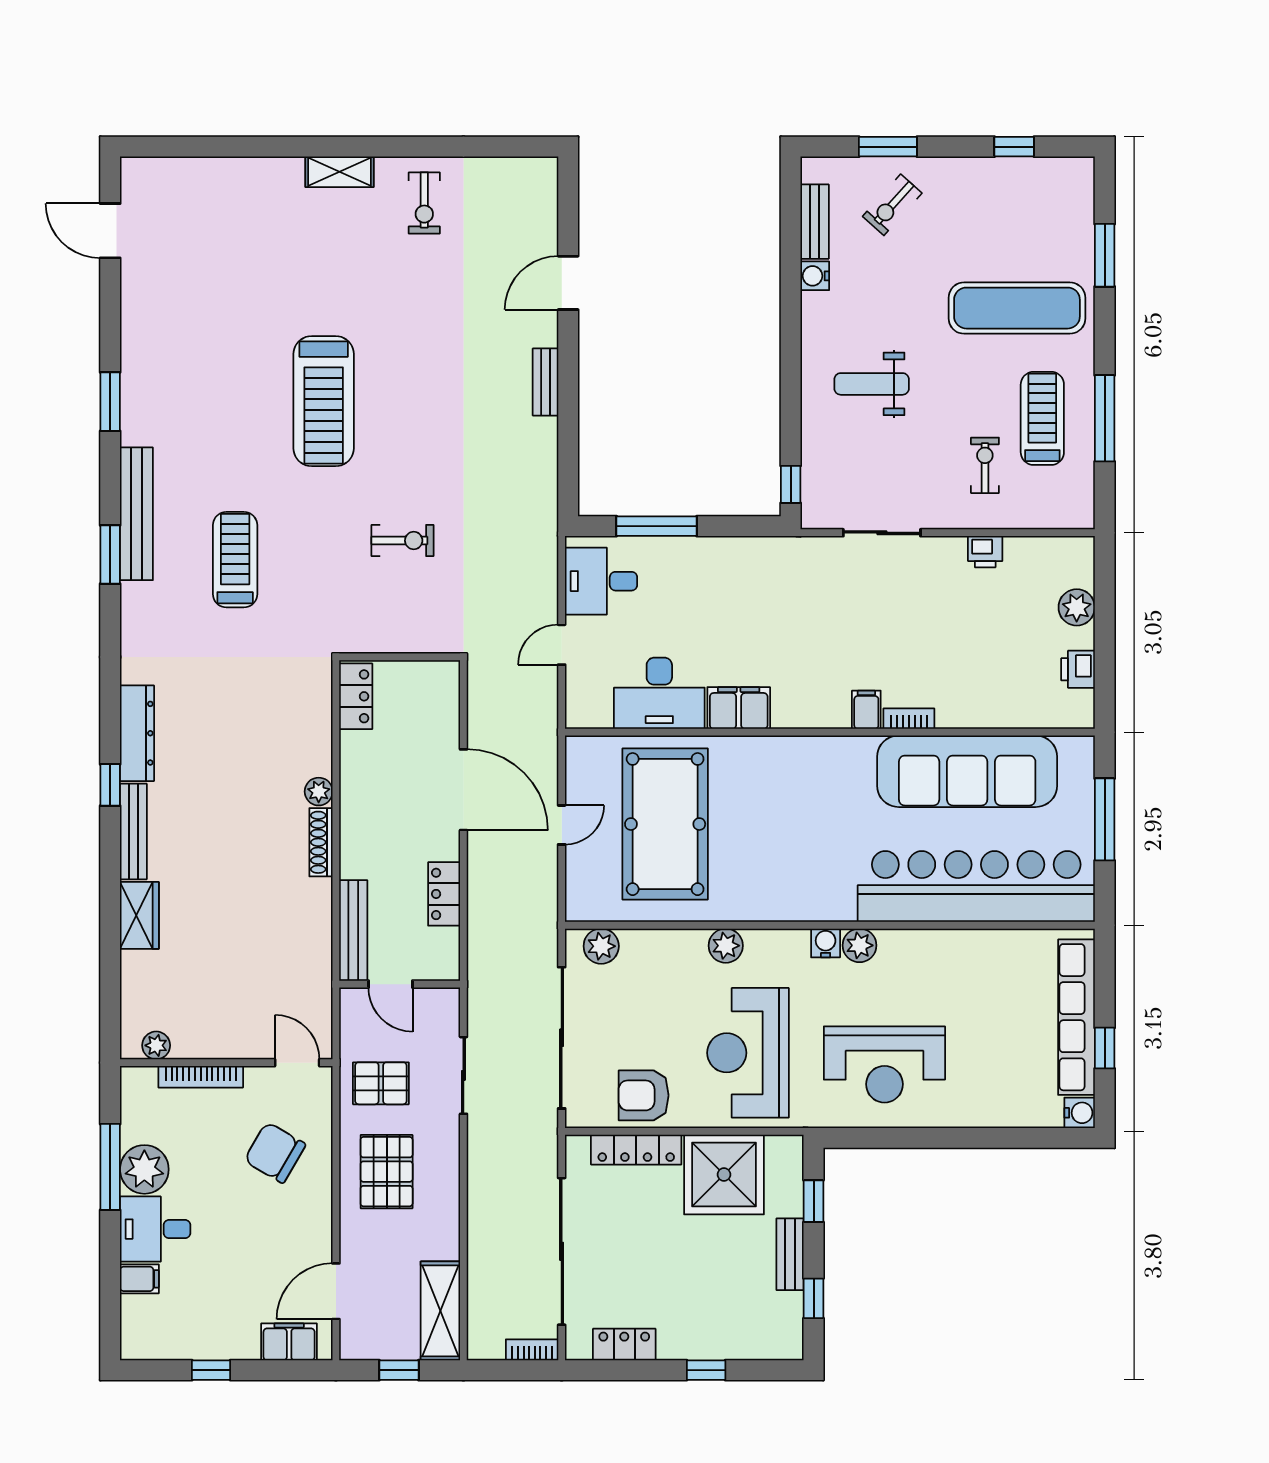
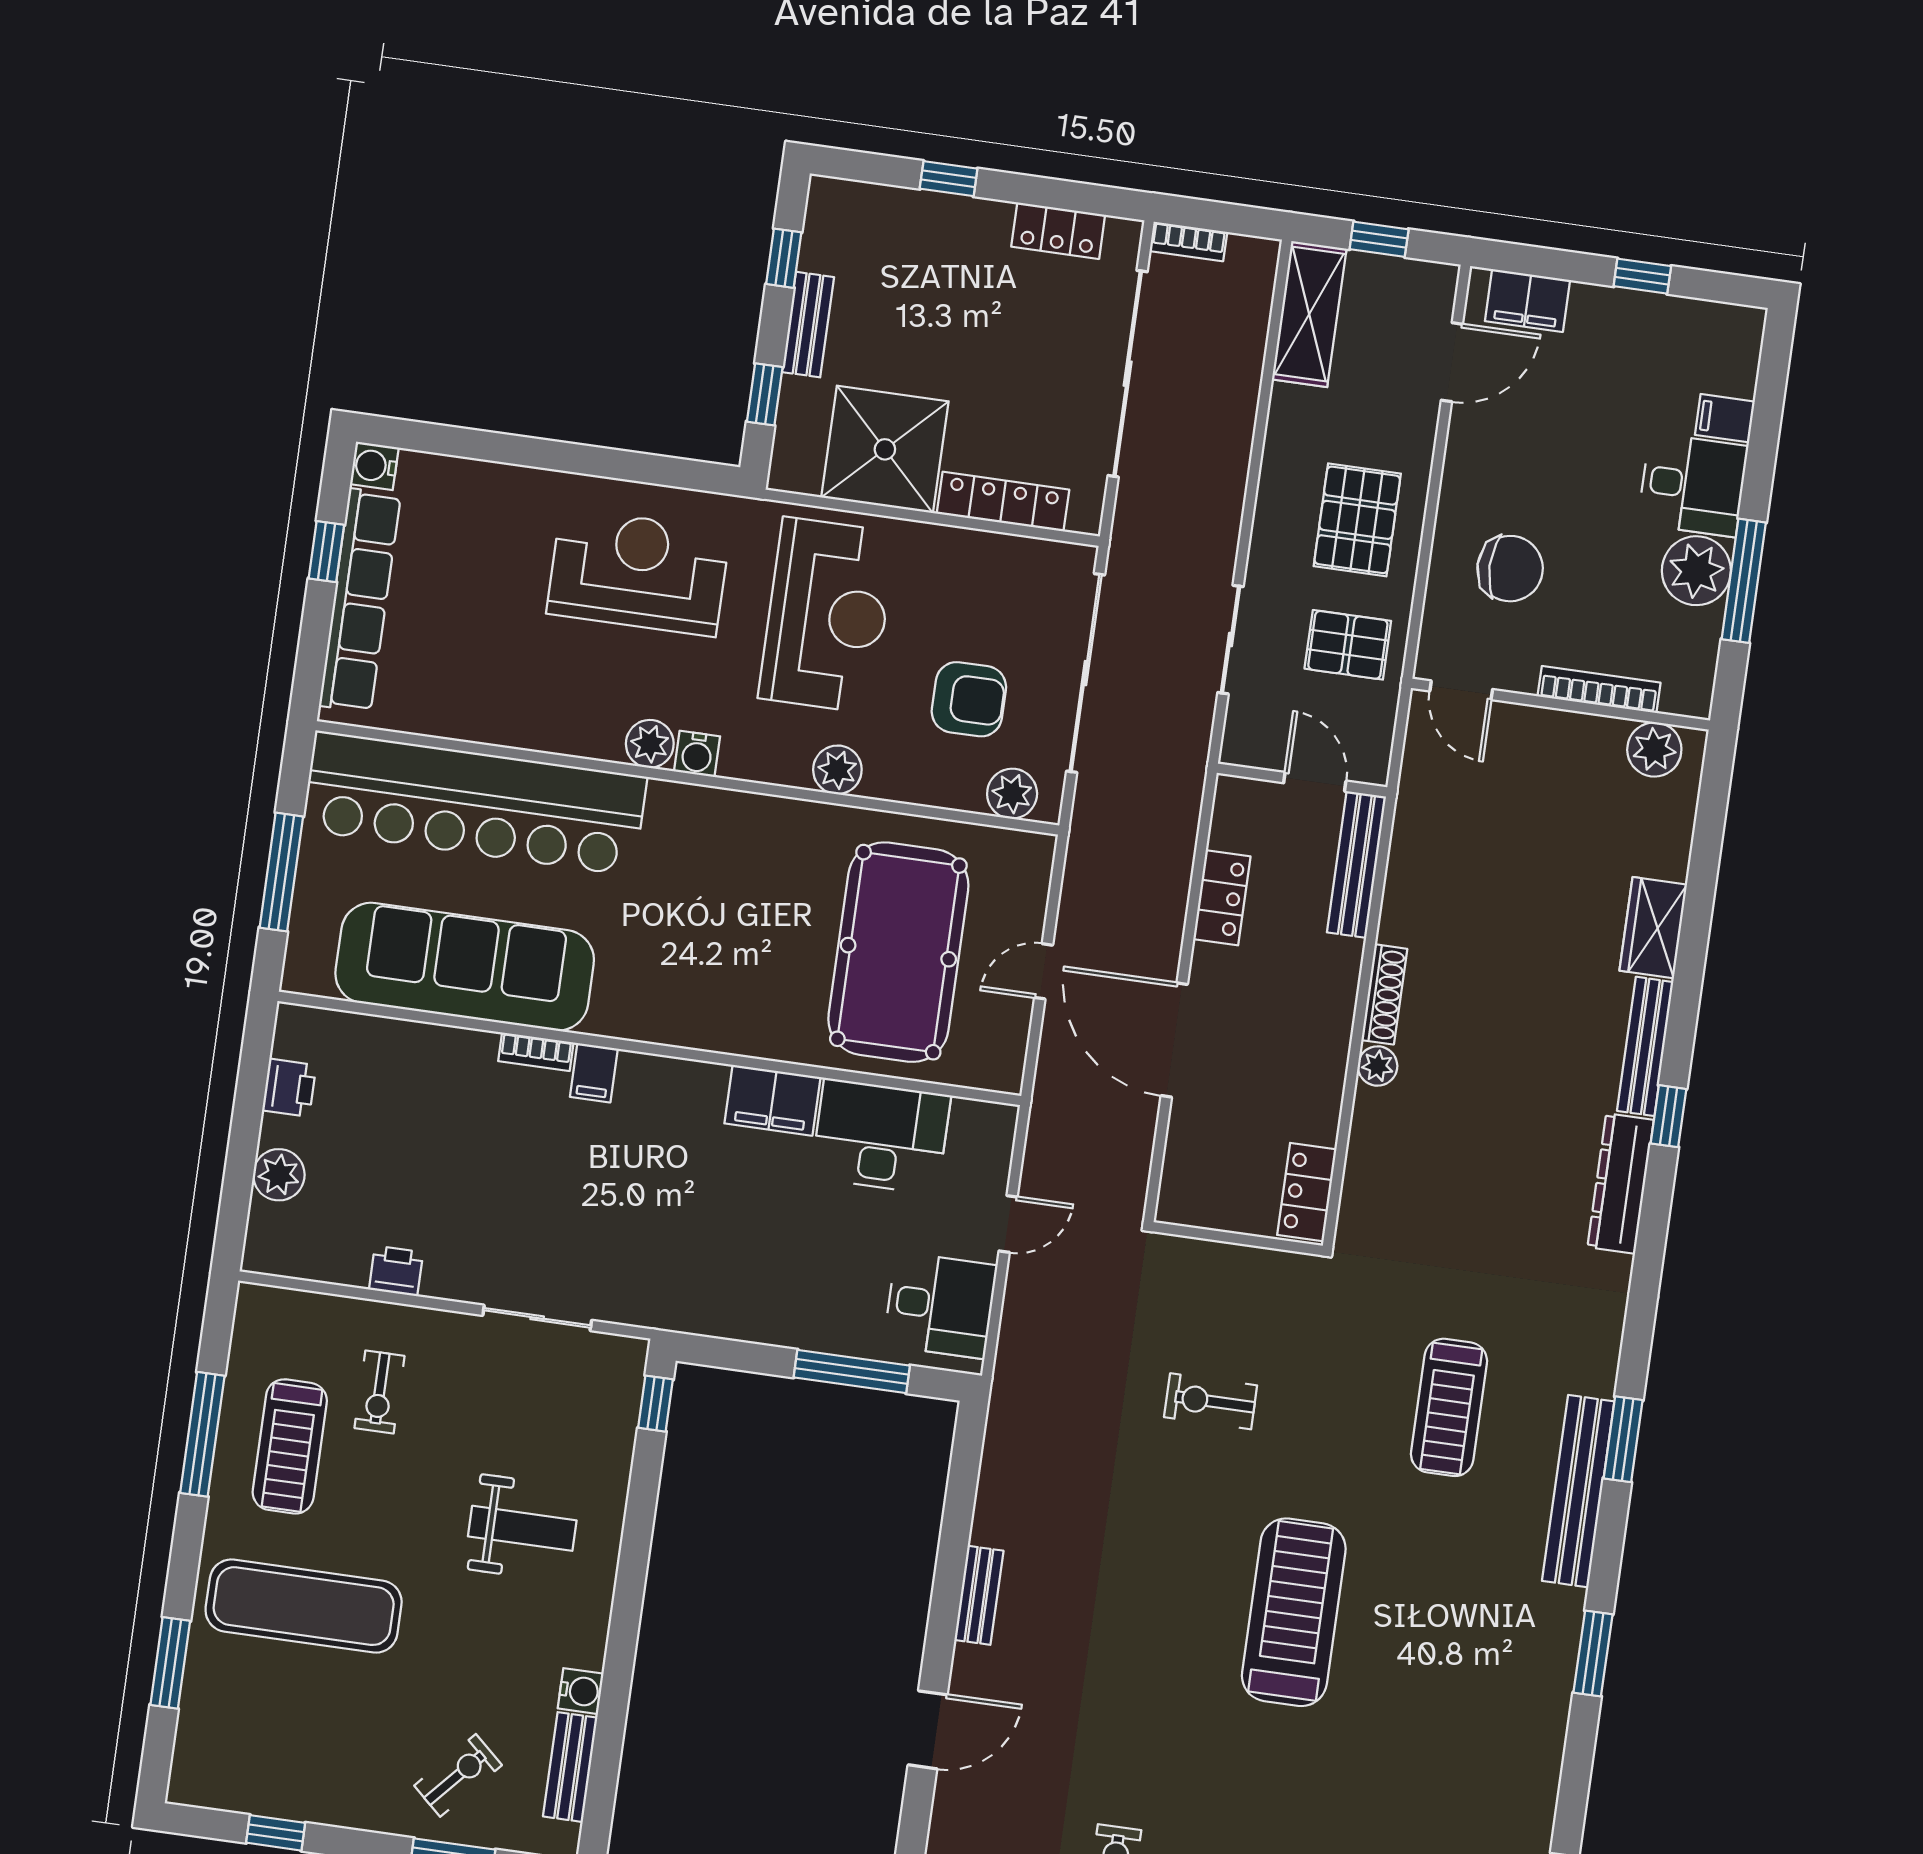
plant: (156, 1045) -> (1654, 749), width x1.38, depth x1.38
armchair: (644, 1095) -> (969, 699), moved
chair: (275, 1153) -> (1510, 569), turned -30

